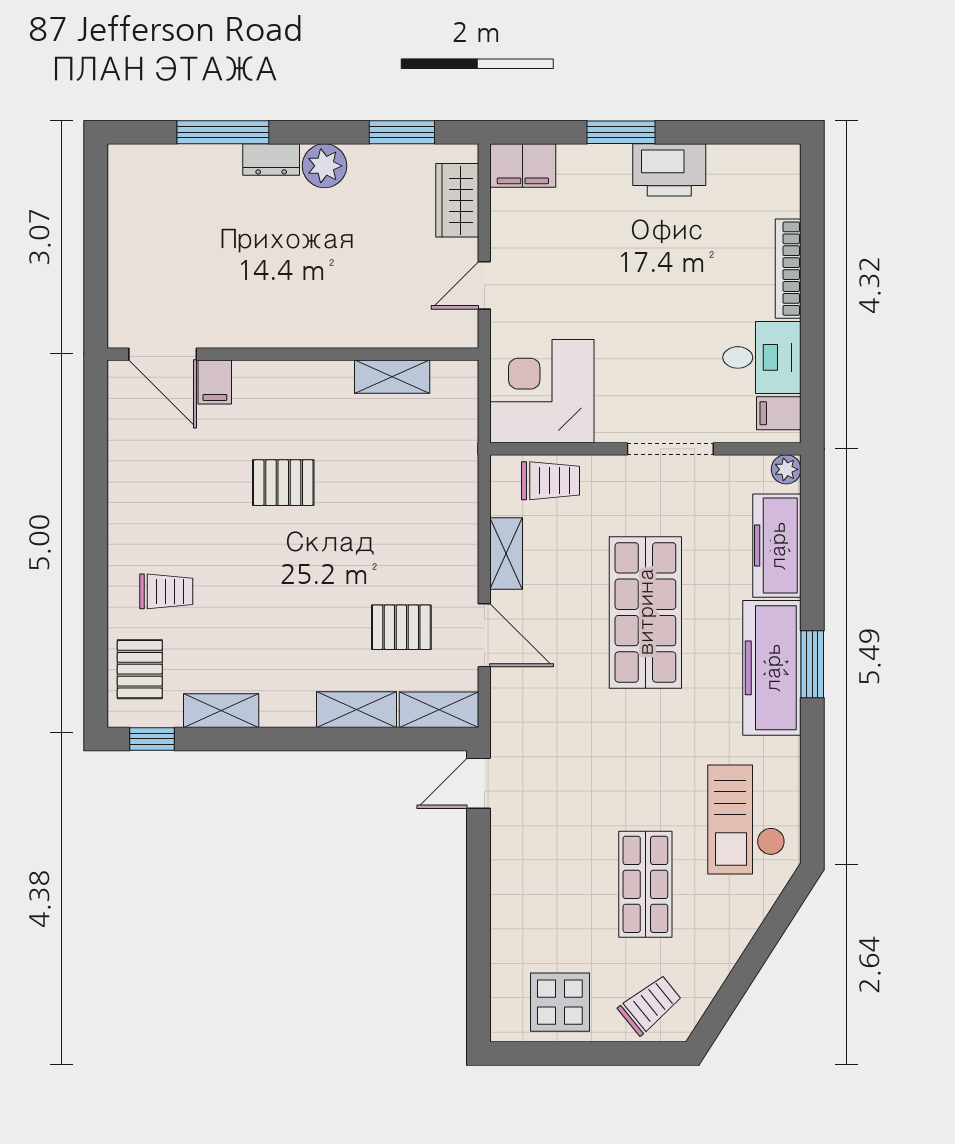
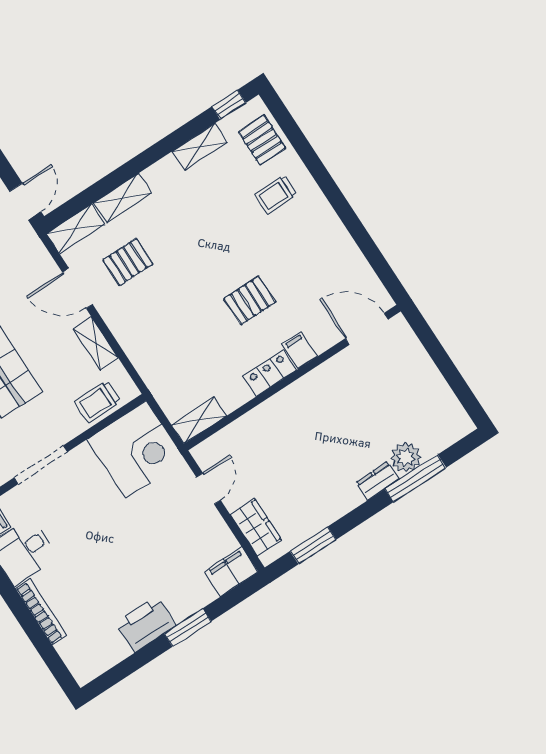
plant: (324, 166) -> (406, 457), moved
locker: (317, 377) -> (270, 373), added
shelving: (392, 377) -> (199, 420), moved
filing cabinet: (215, 382) -> (299, 350), moved

